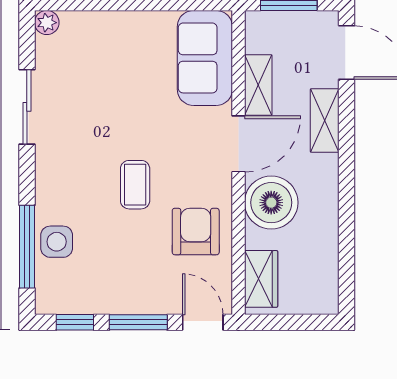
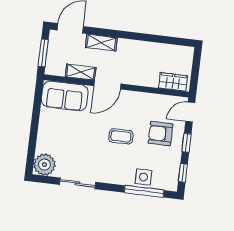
plant: (47, 23) -> (44, 165), width x1.88, depth x1.88
door: (238, 144) -> (107, 85), swing flipped
boiler: (271, 203) -> (137, 73), removed
armchair: (196, 232) -> (160, 134), moved
window: (138, 322) -> (187, 143), width x0.67

